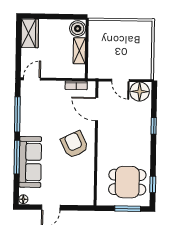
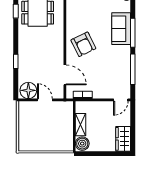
sofa: (30, 162) -> (121, 29), width x0.73

